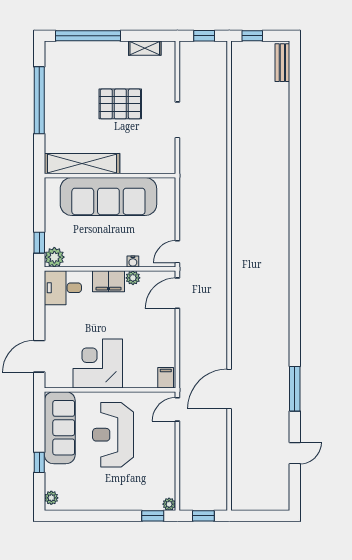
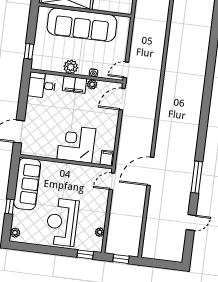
plant: (54, 257) -> (71, 67), moved
corner desk: (98, 364) -> (76, 144), moved
reception desk: (113, 435) -> (62, 222), moved
plant: (169, 504) -> (100, 232), moved

